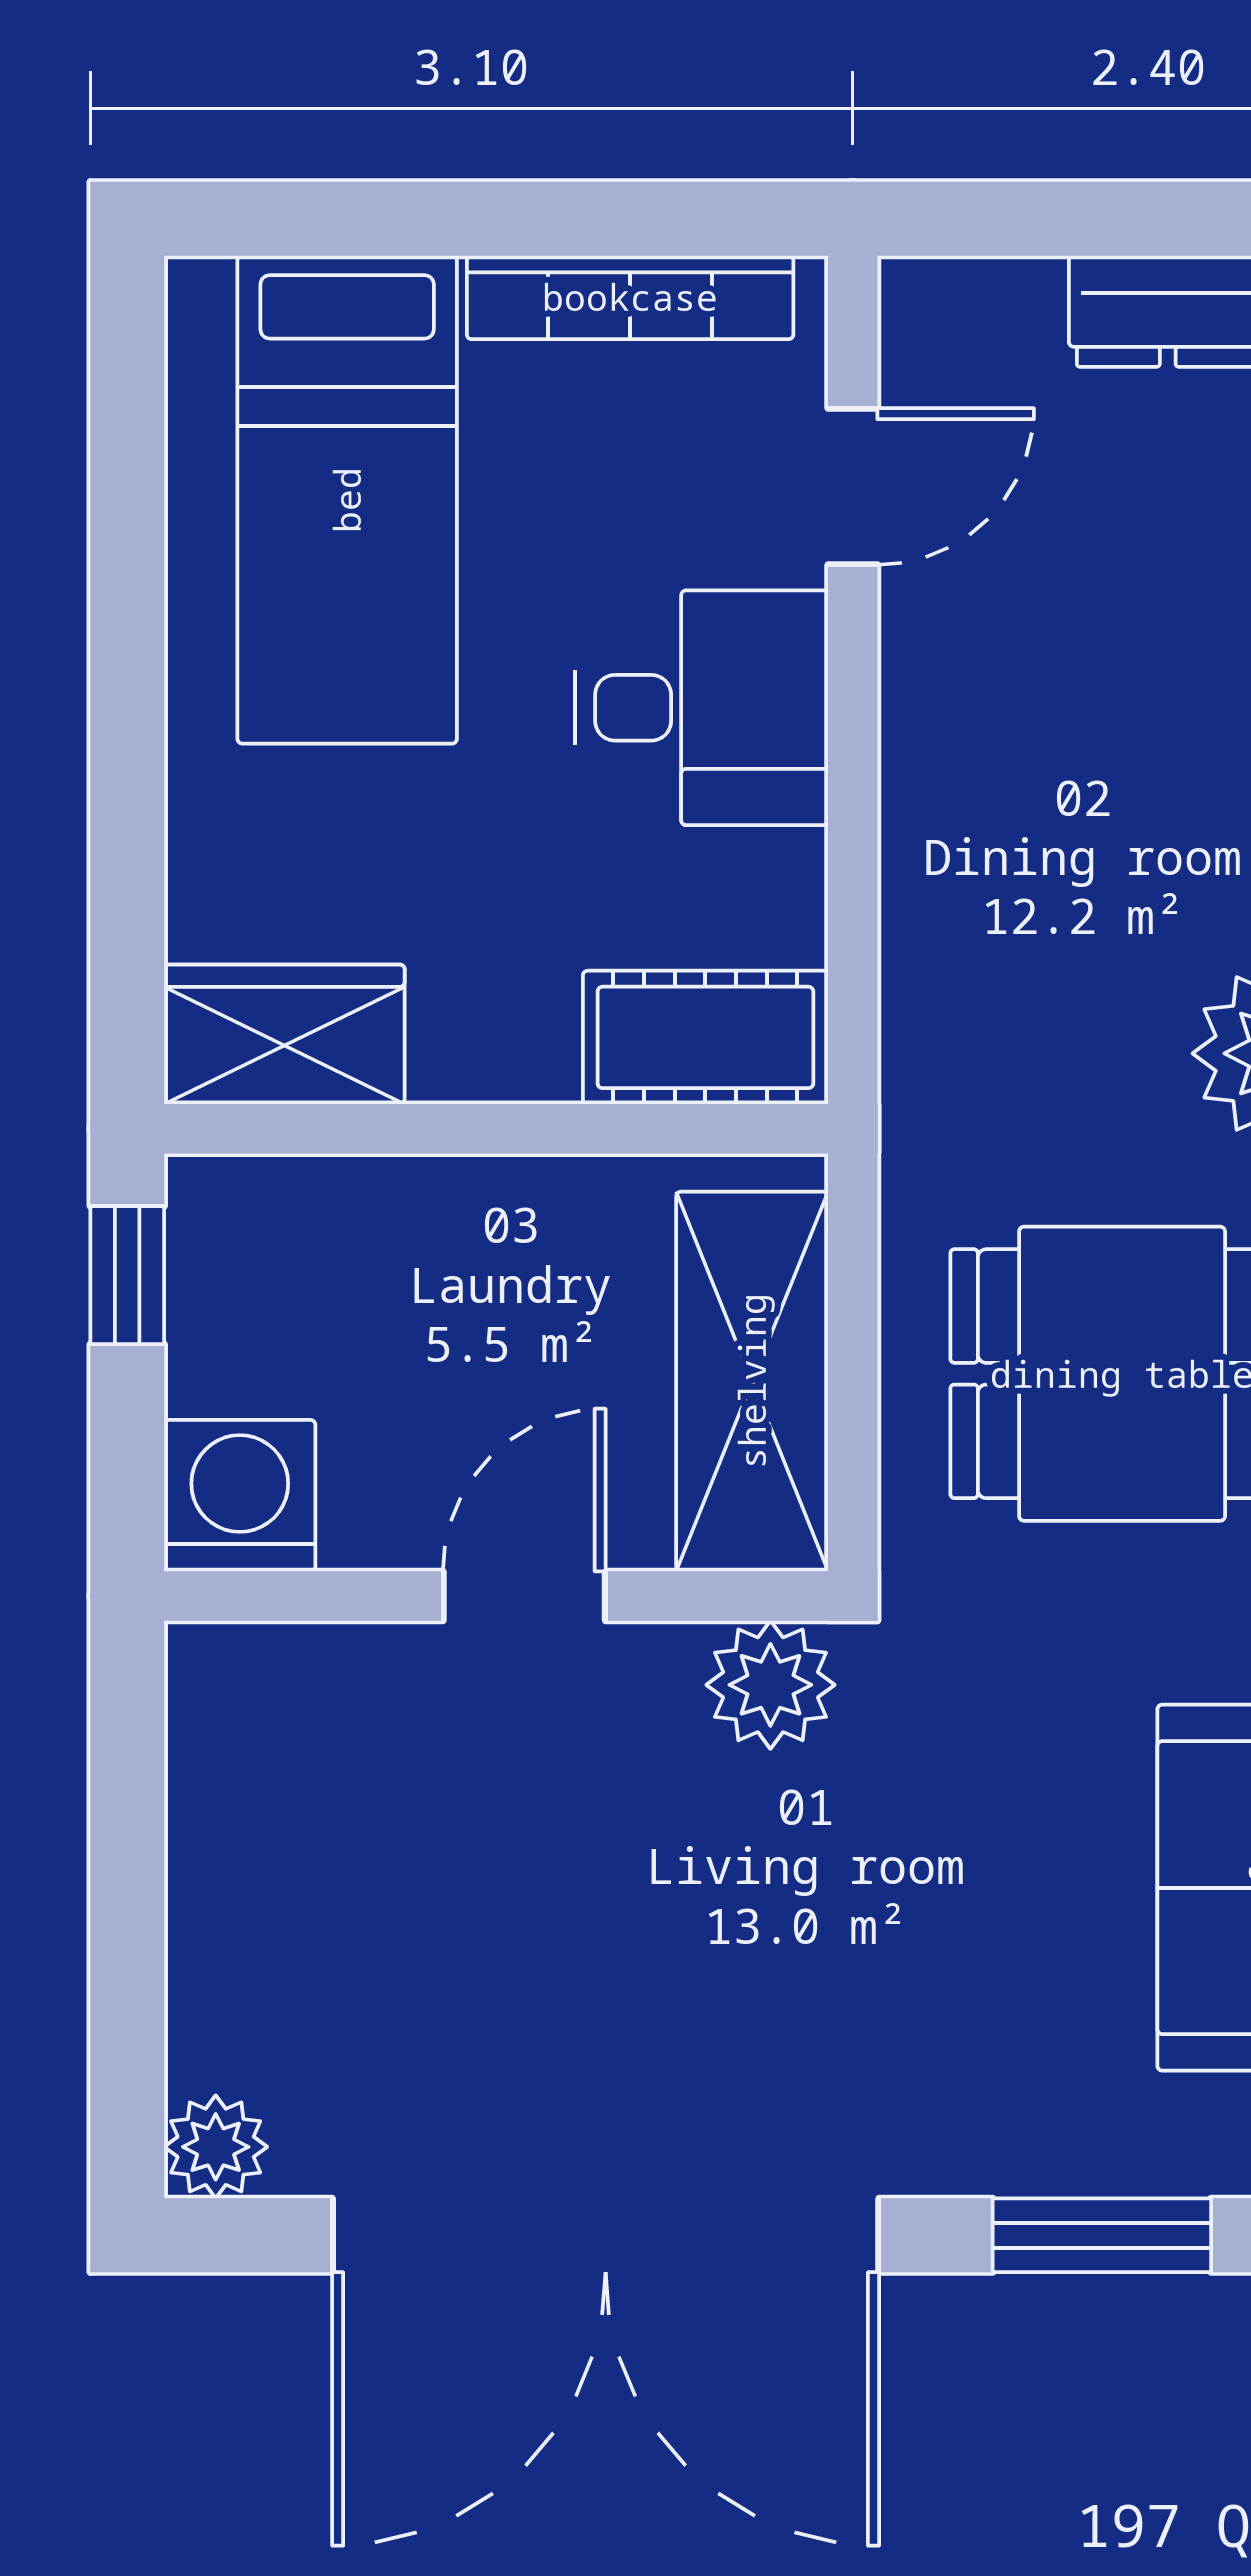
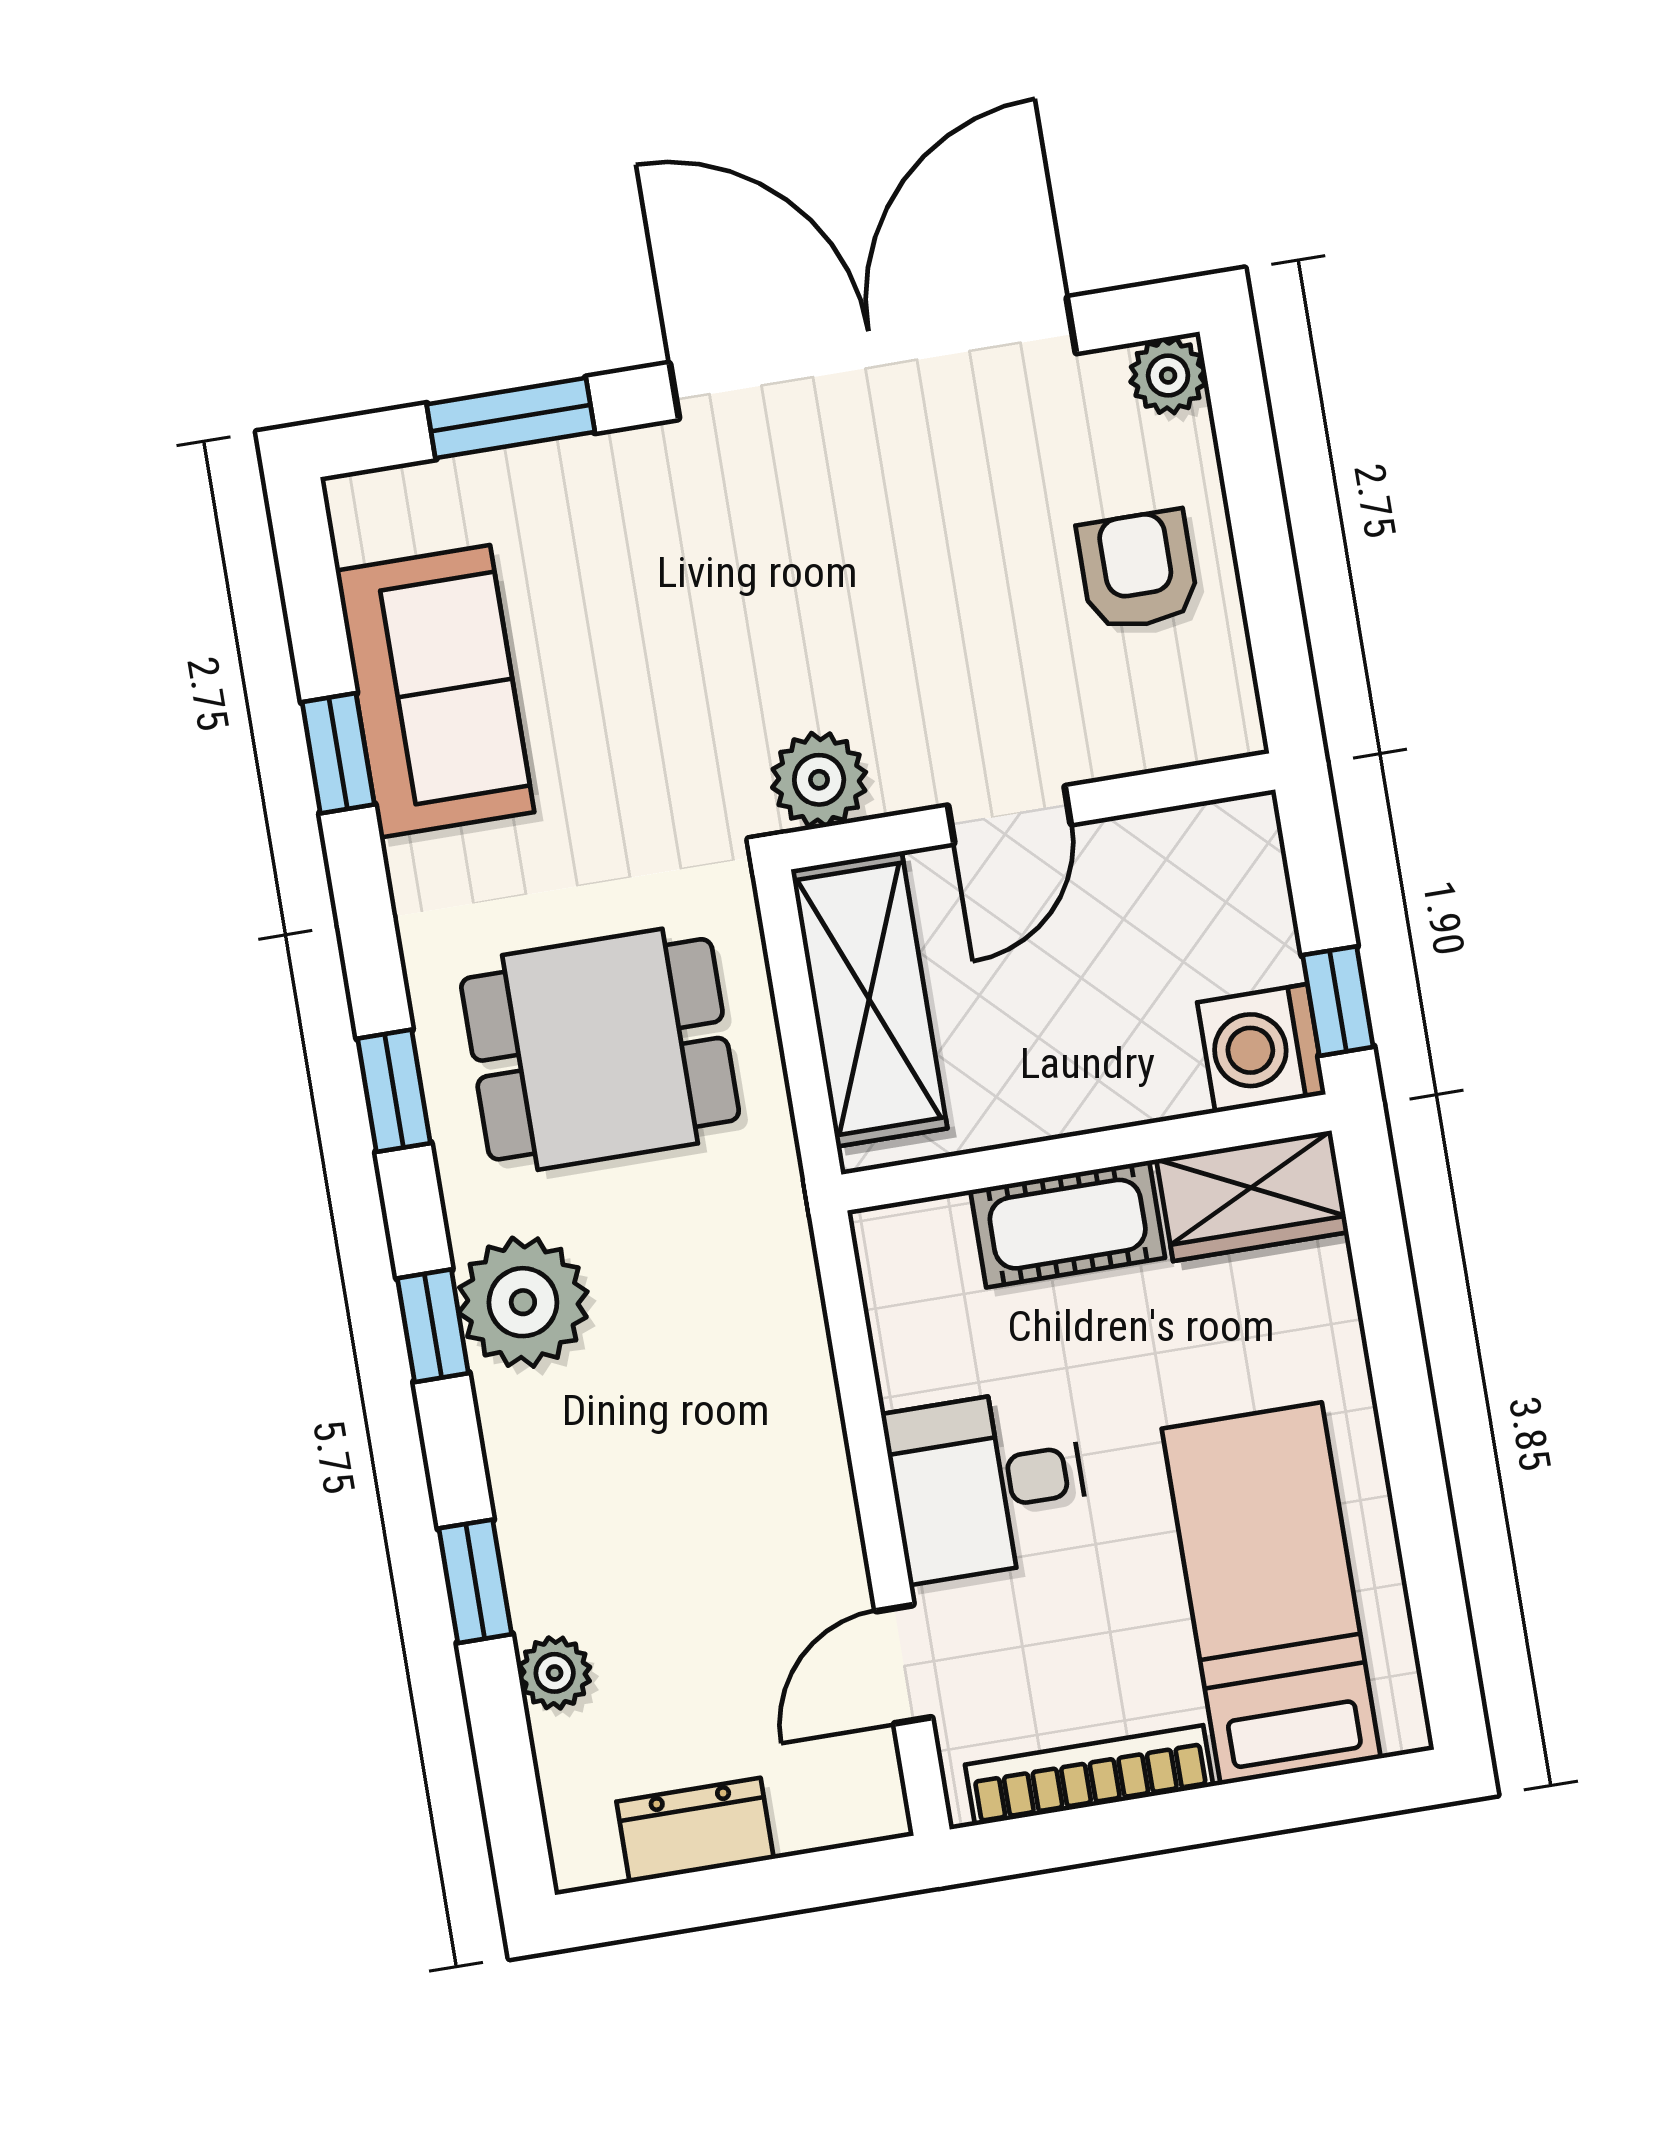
cot: (705, 1037) -> (1068, 1224), moved
washing machine: (240, 1496) -> (1261, 1048), moved, turned 90
armchair: (299, 1894) -> (1138, 570), added

